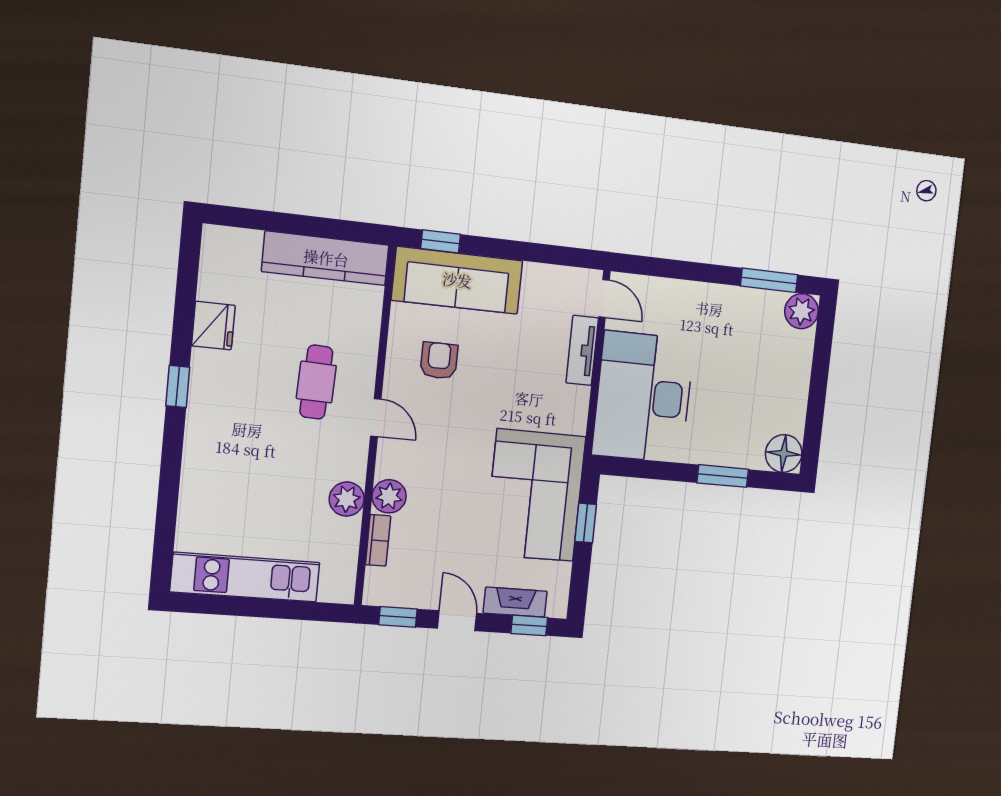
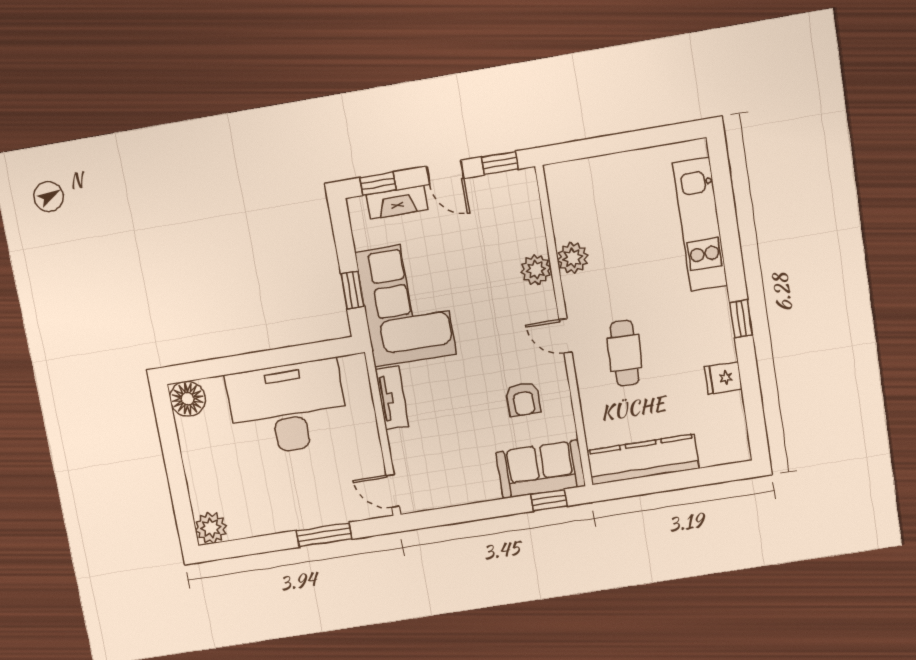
sofa: (457, 280) -> (541, 469), width x0.73
window: (769, 280) -> (324, 535), moved
fridge: (213, 326) -> (723, 378), width x0.72
tv unit: (582, 350) -> (392, 398), moved
desk: (643, 397) -> (288, 408), moved, turned -90
window: (723, 476) -> (238, 364), removed
bookcase: (378, 540) -> (536, 228), removed
kitchen unit: (245, 577) -> (700, 224), moved, turned 90

